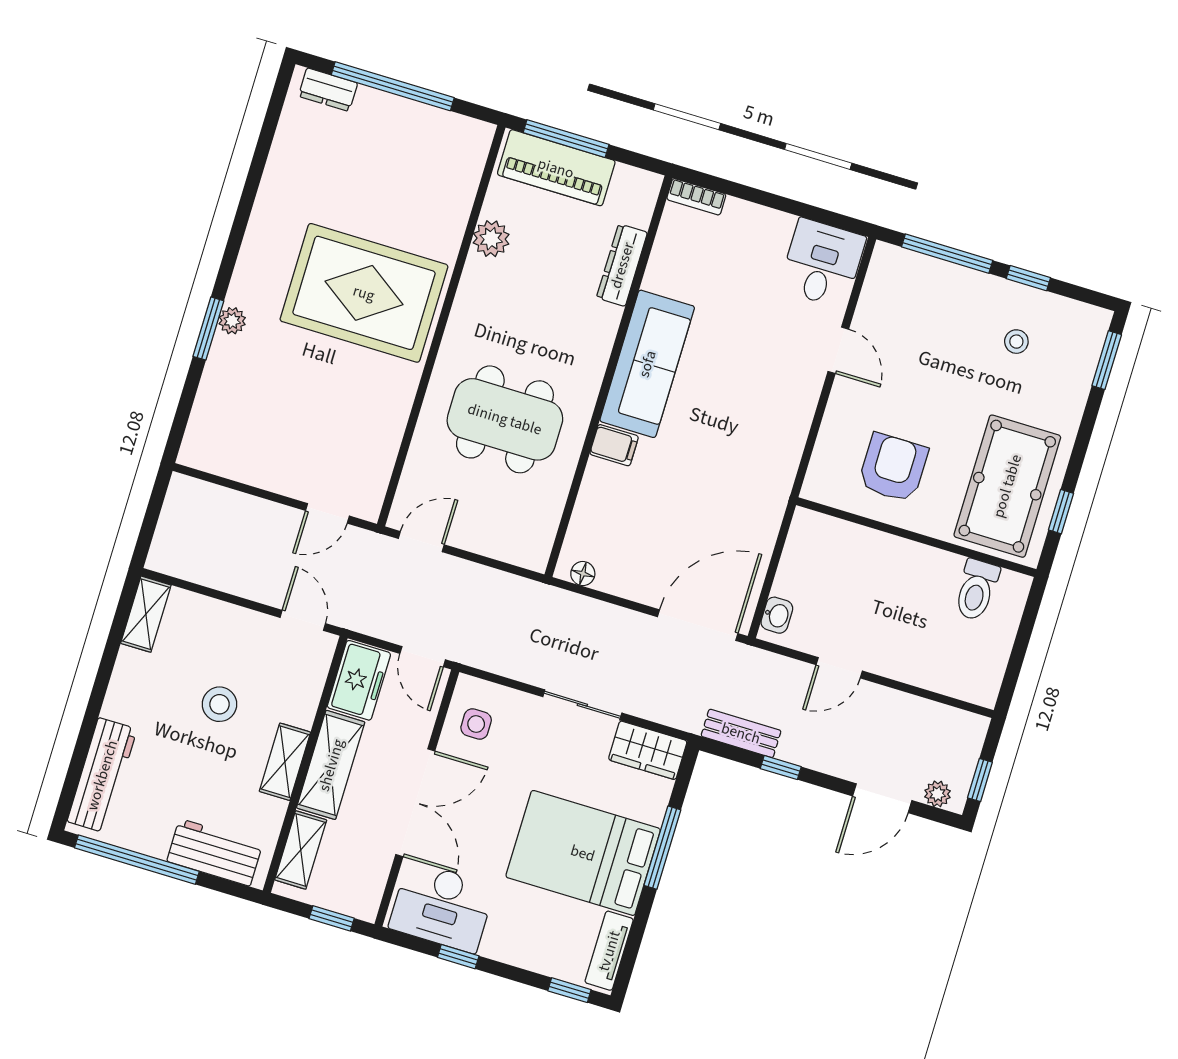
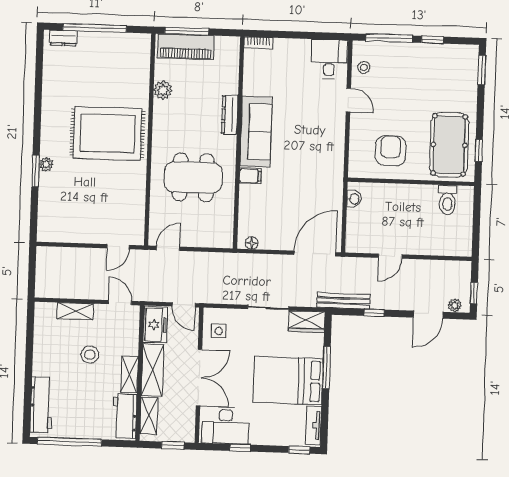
dresser: (622, 265) -> (230, 115), moved
stool: (1016, 342) -> (364, 67), moved
shelving: (146, 614) -> (75, 311), moved, turned 90
washbasin: (777, 615) -> (354, 199), moved
bench: (741, 733) -> (343, 301), width x1.36
workbench: (215, 852) -> (125, 416), moved, turned -90

